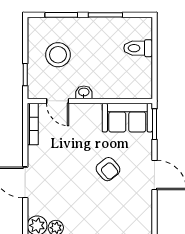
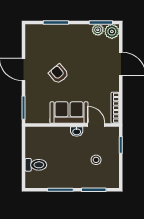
stool: (58, 55) -> (96, 160), width x0.53, depth x0.53
sofa: (127, 118) -> (69, 113), moved

